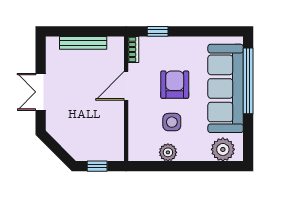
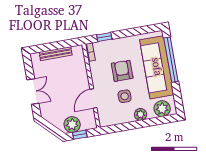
door: (126, 86) -> (93, 99), moved
double door: (41, 92) -> (33, 92), swing flipped
plant: (89, 150) -> (72, 125), added
plant: (168, 152) -> (141, 114), moved

